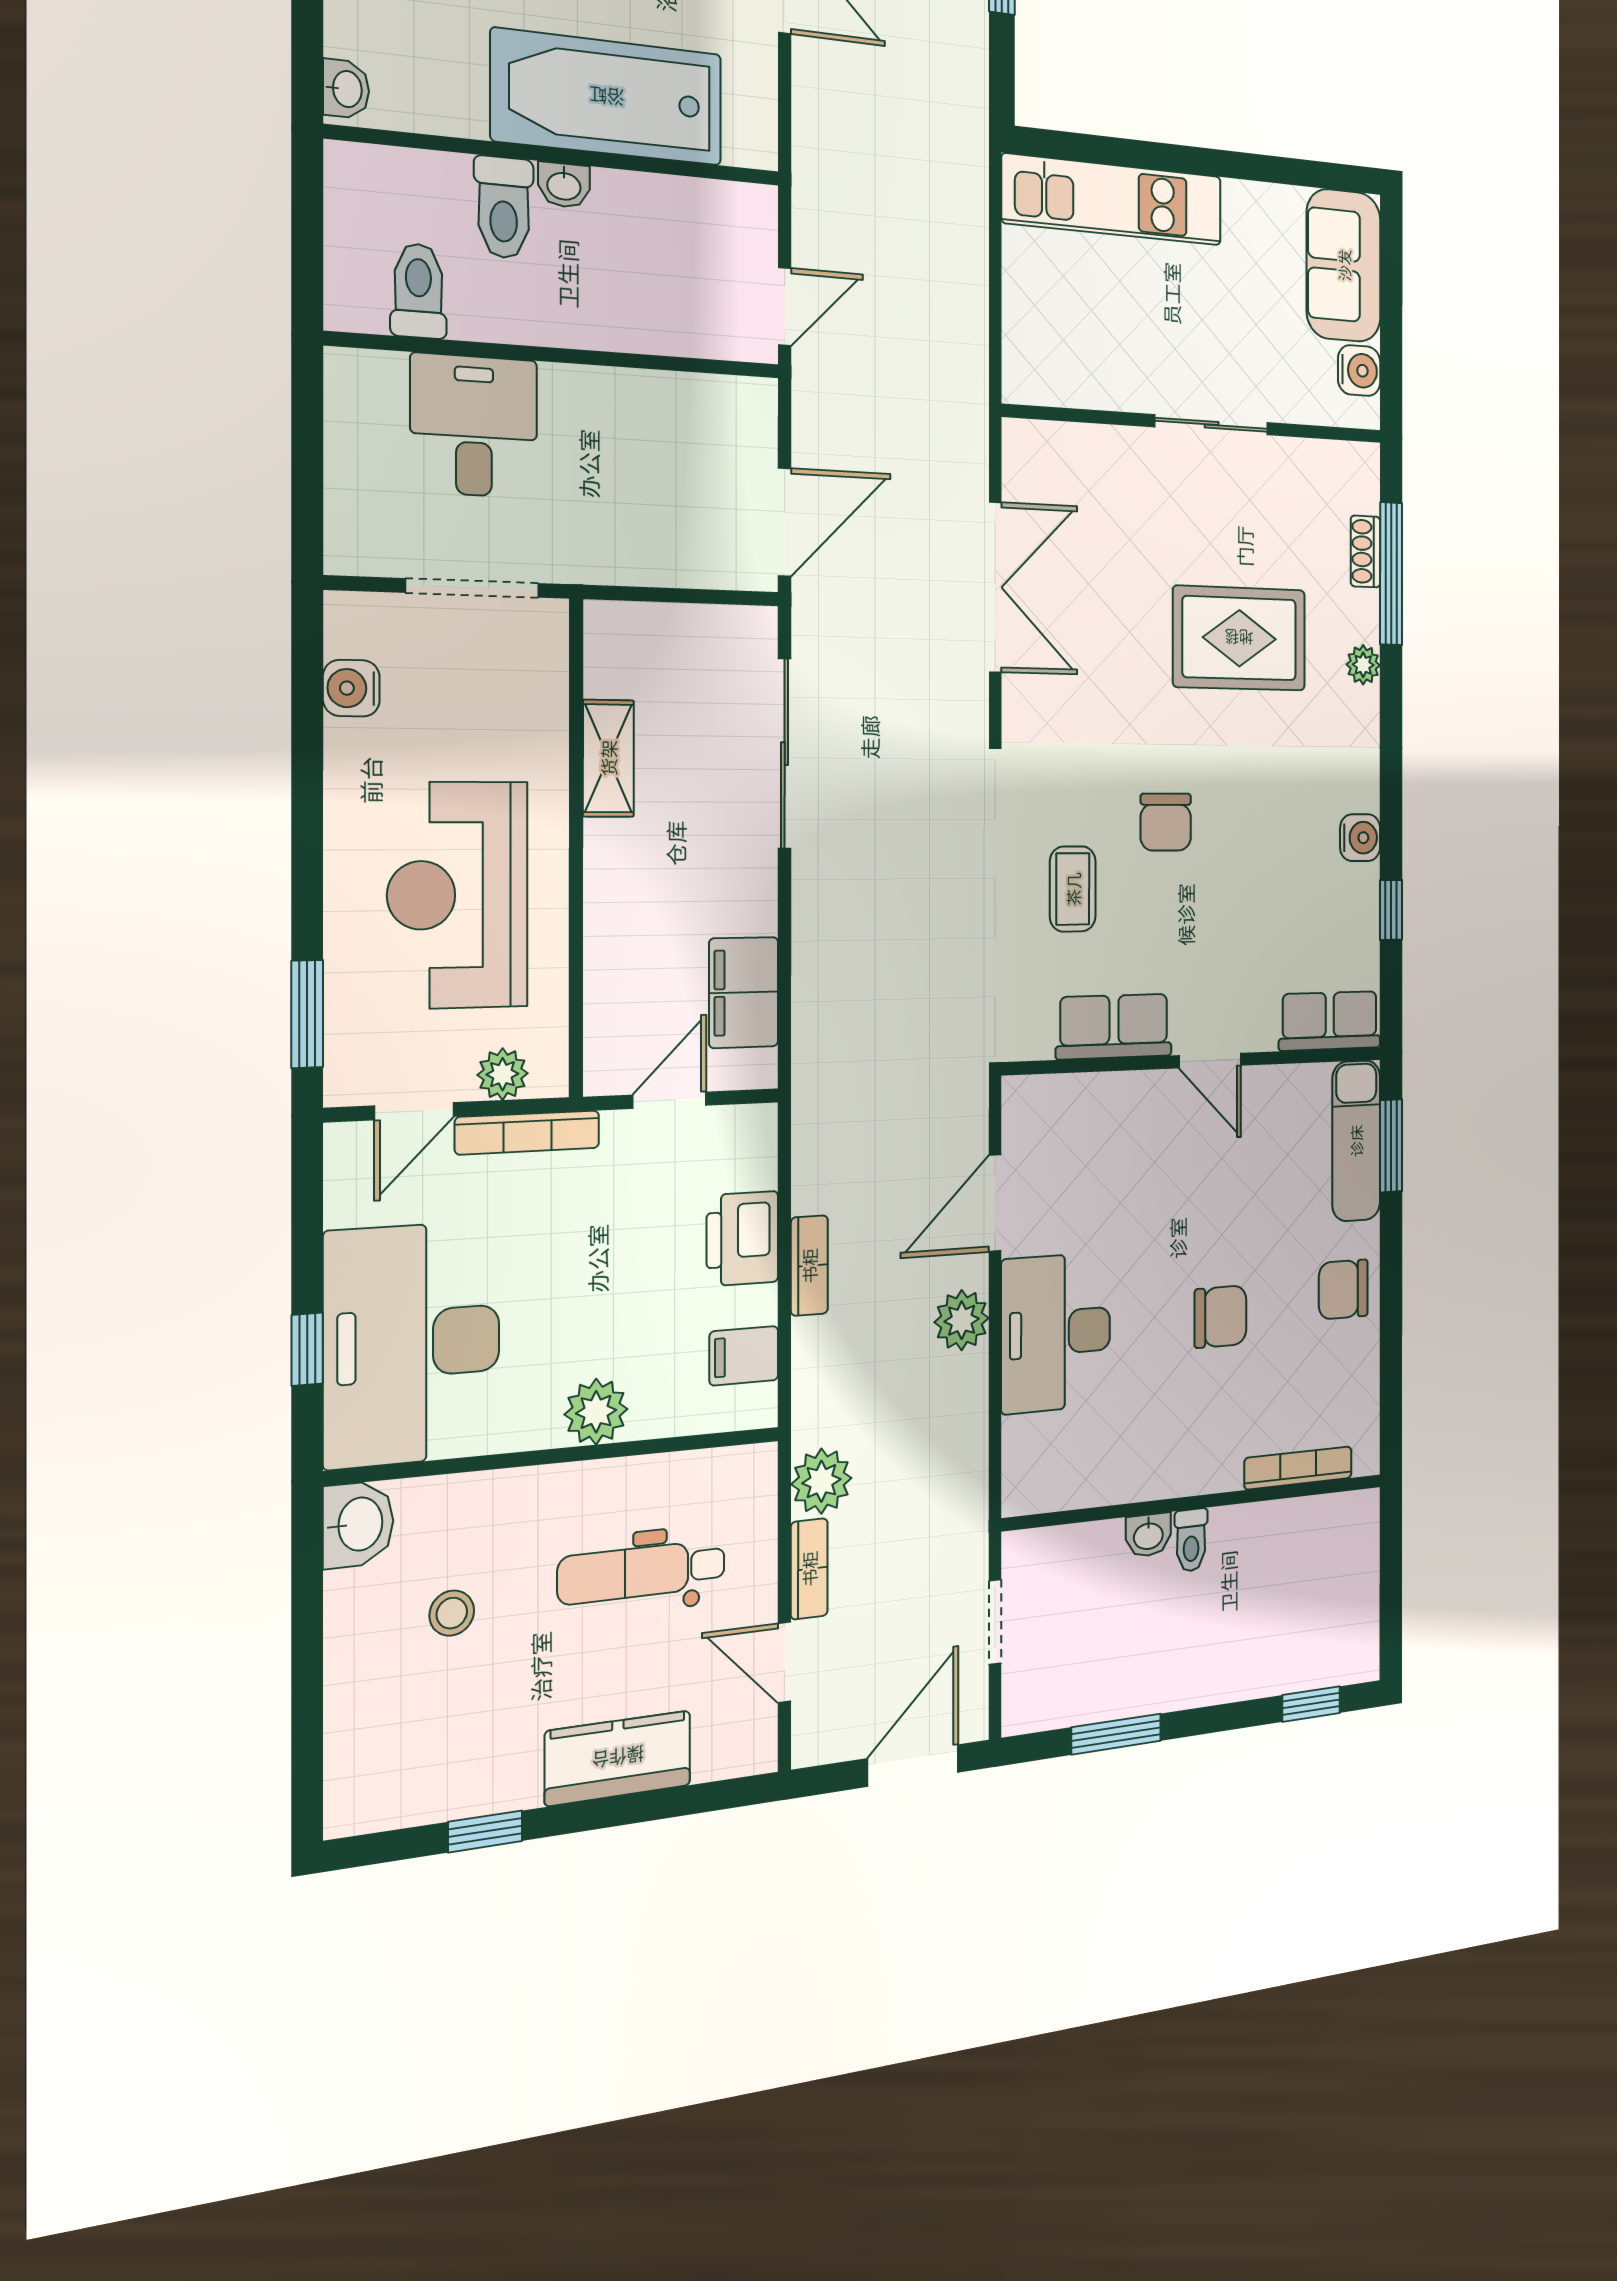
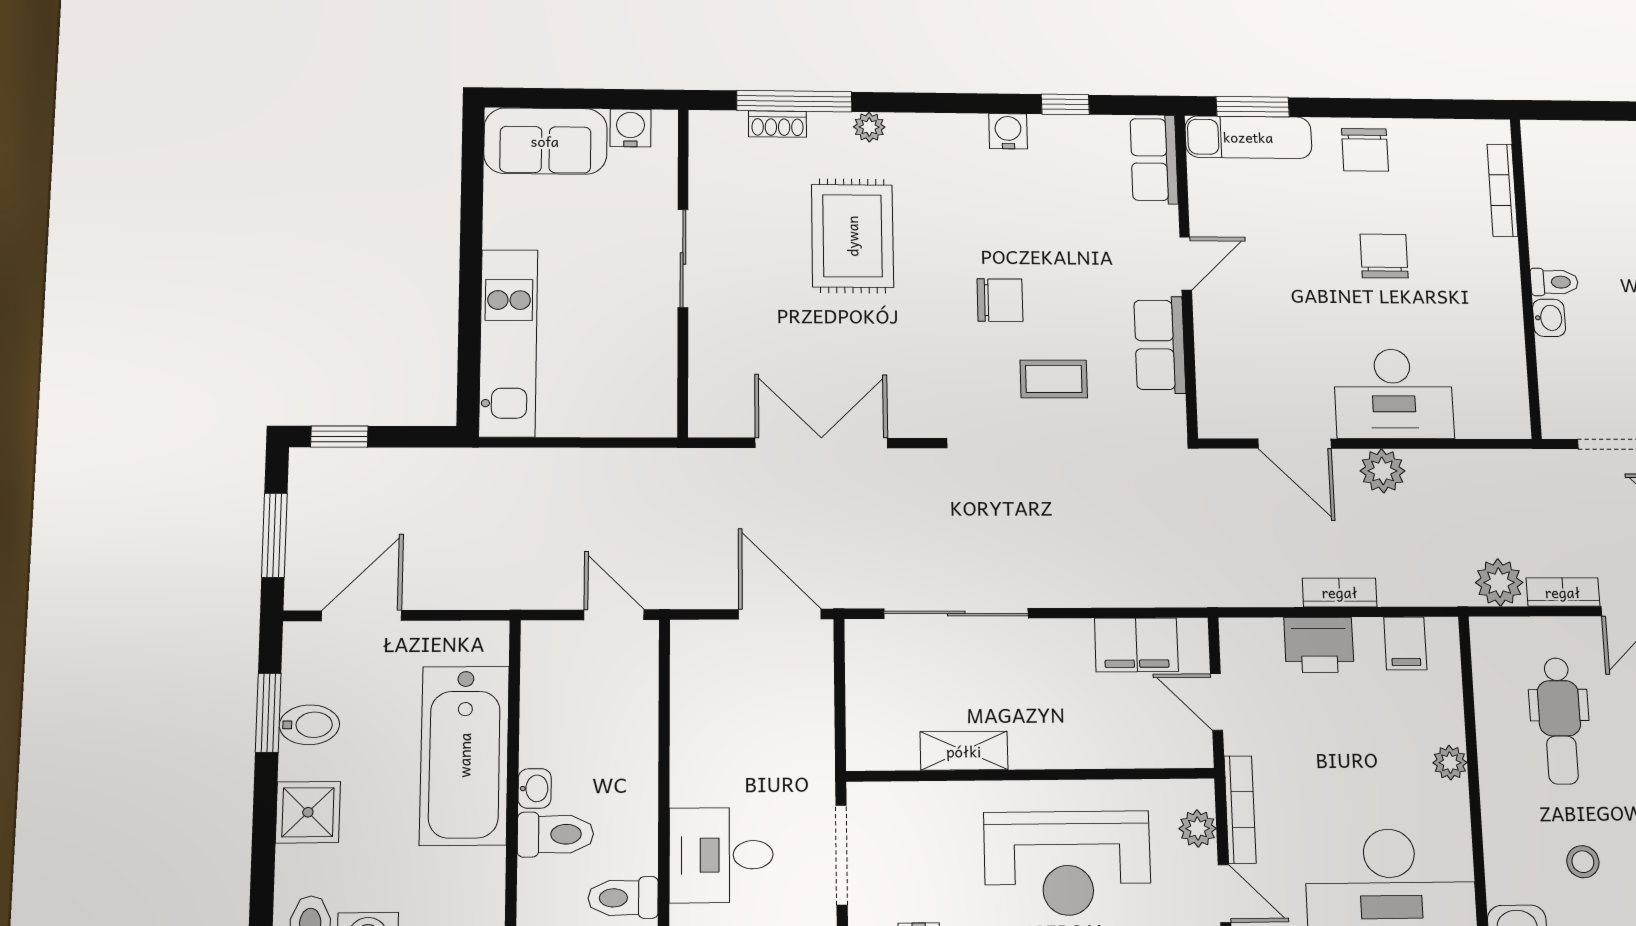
plant: (596, 1412) -> (1450, 763), width x0.73, depth x0.73

